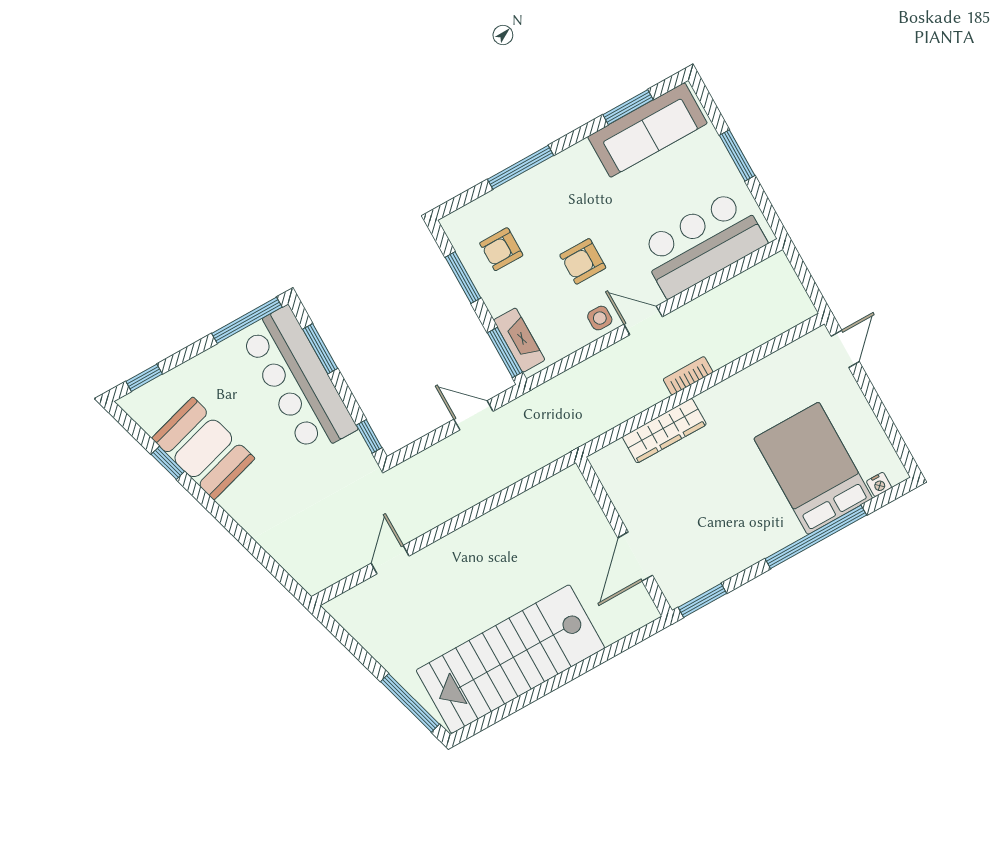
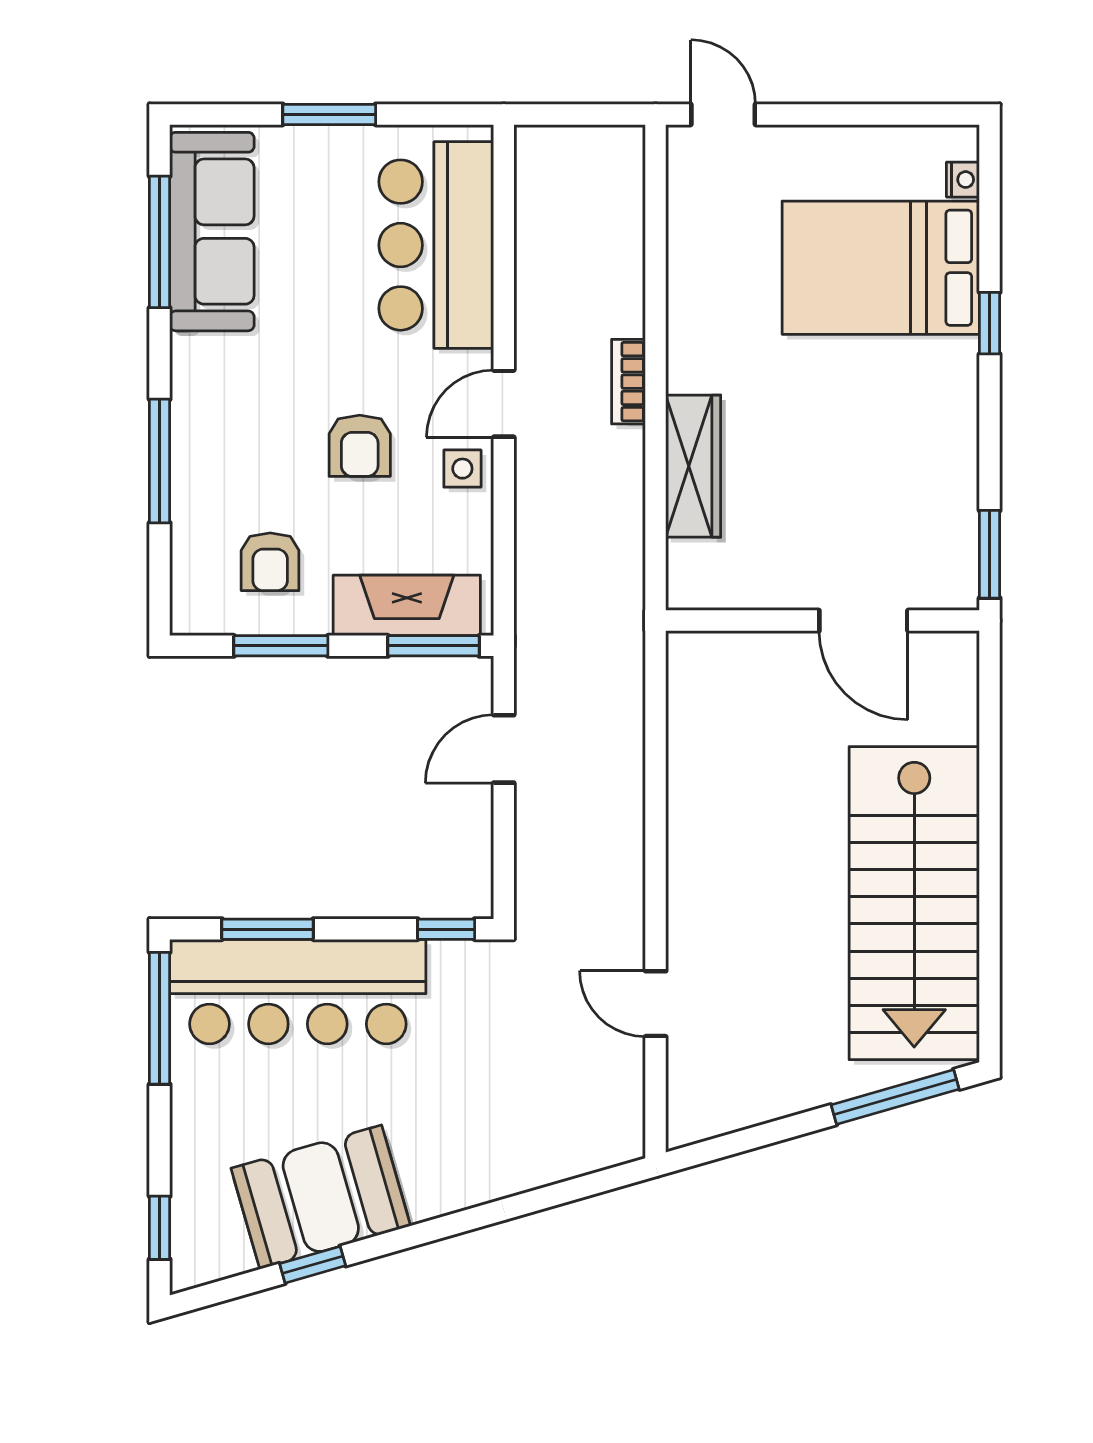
window: (628, 107) -> (160, 242), width x1.44
fireplace: (519, 340) -> (407, 605), width x1.37, depth x1.32
window: (816, 537) -> (990, 323), width x0.32

